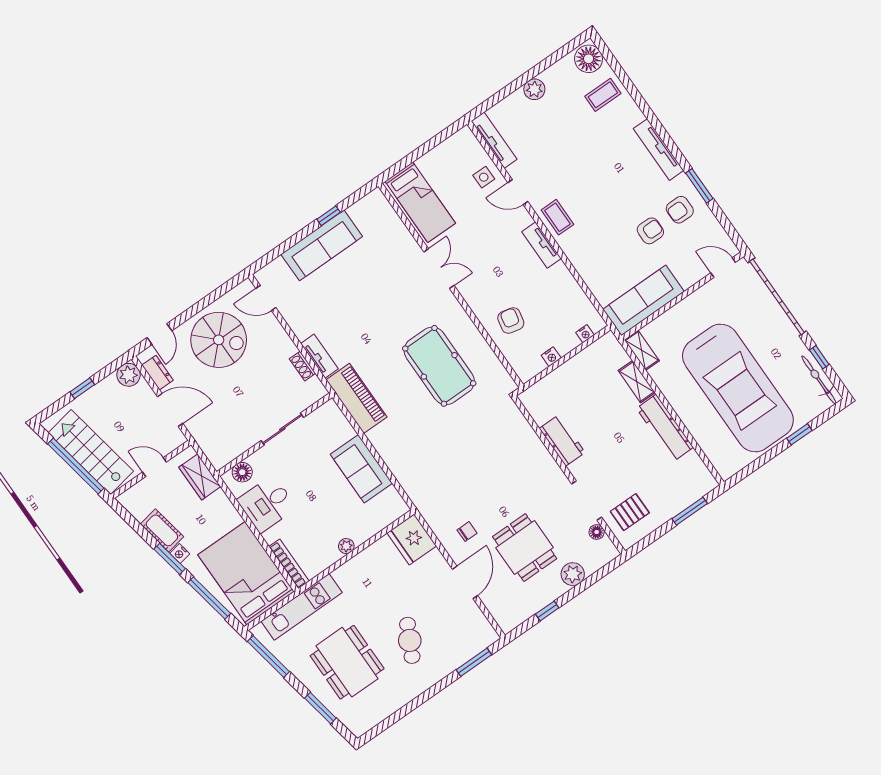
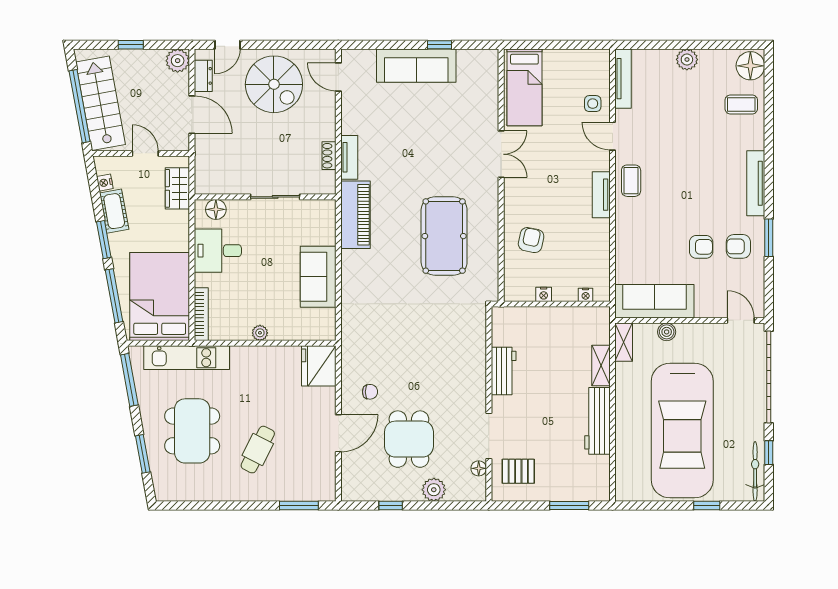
boiler: (670, 318) -> (667, 332), added
nightstand: (180, 554) -> (105, 183), moved

